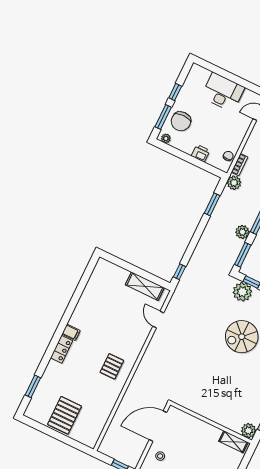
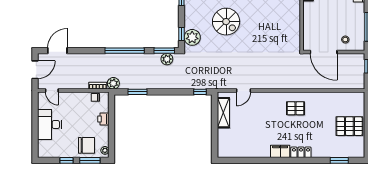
plant: (242, 232) -> (167, 59), moved
filing cabinet: (71, 332) -> (280, 151), width x2.00

